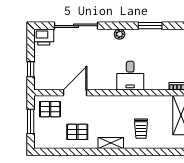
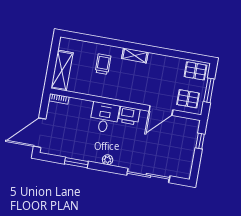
printer: (44, 37) -> (129, 116), moved, turned 180
pallet: (77, 132) -> (195, 71), moved

